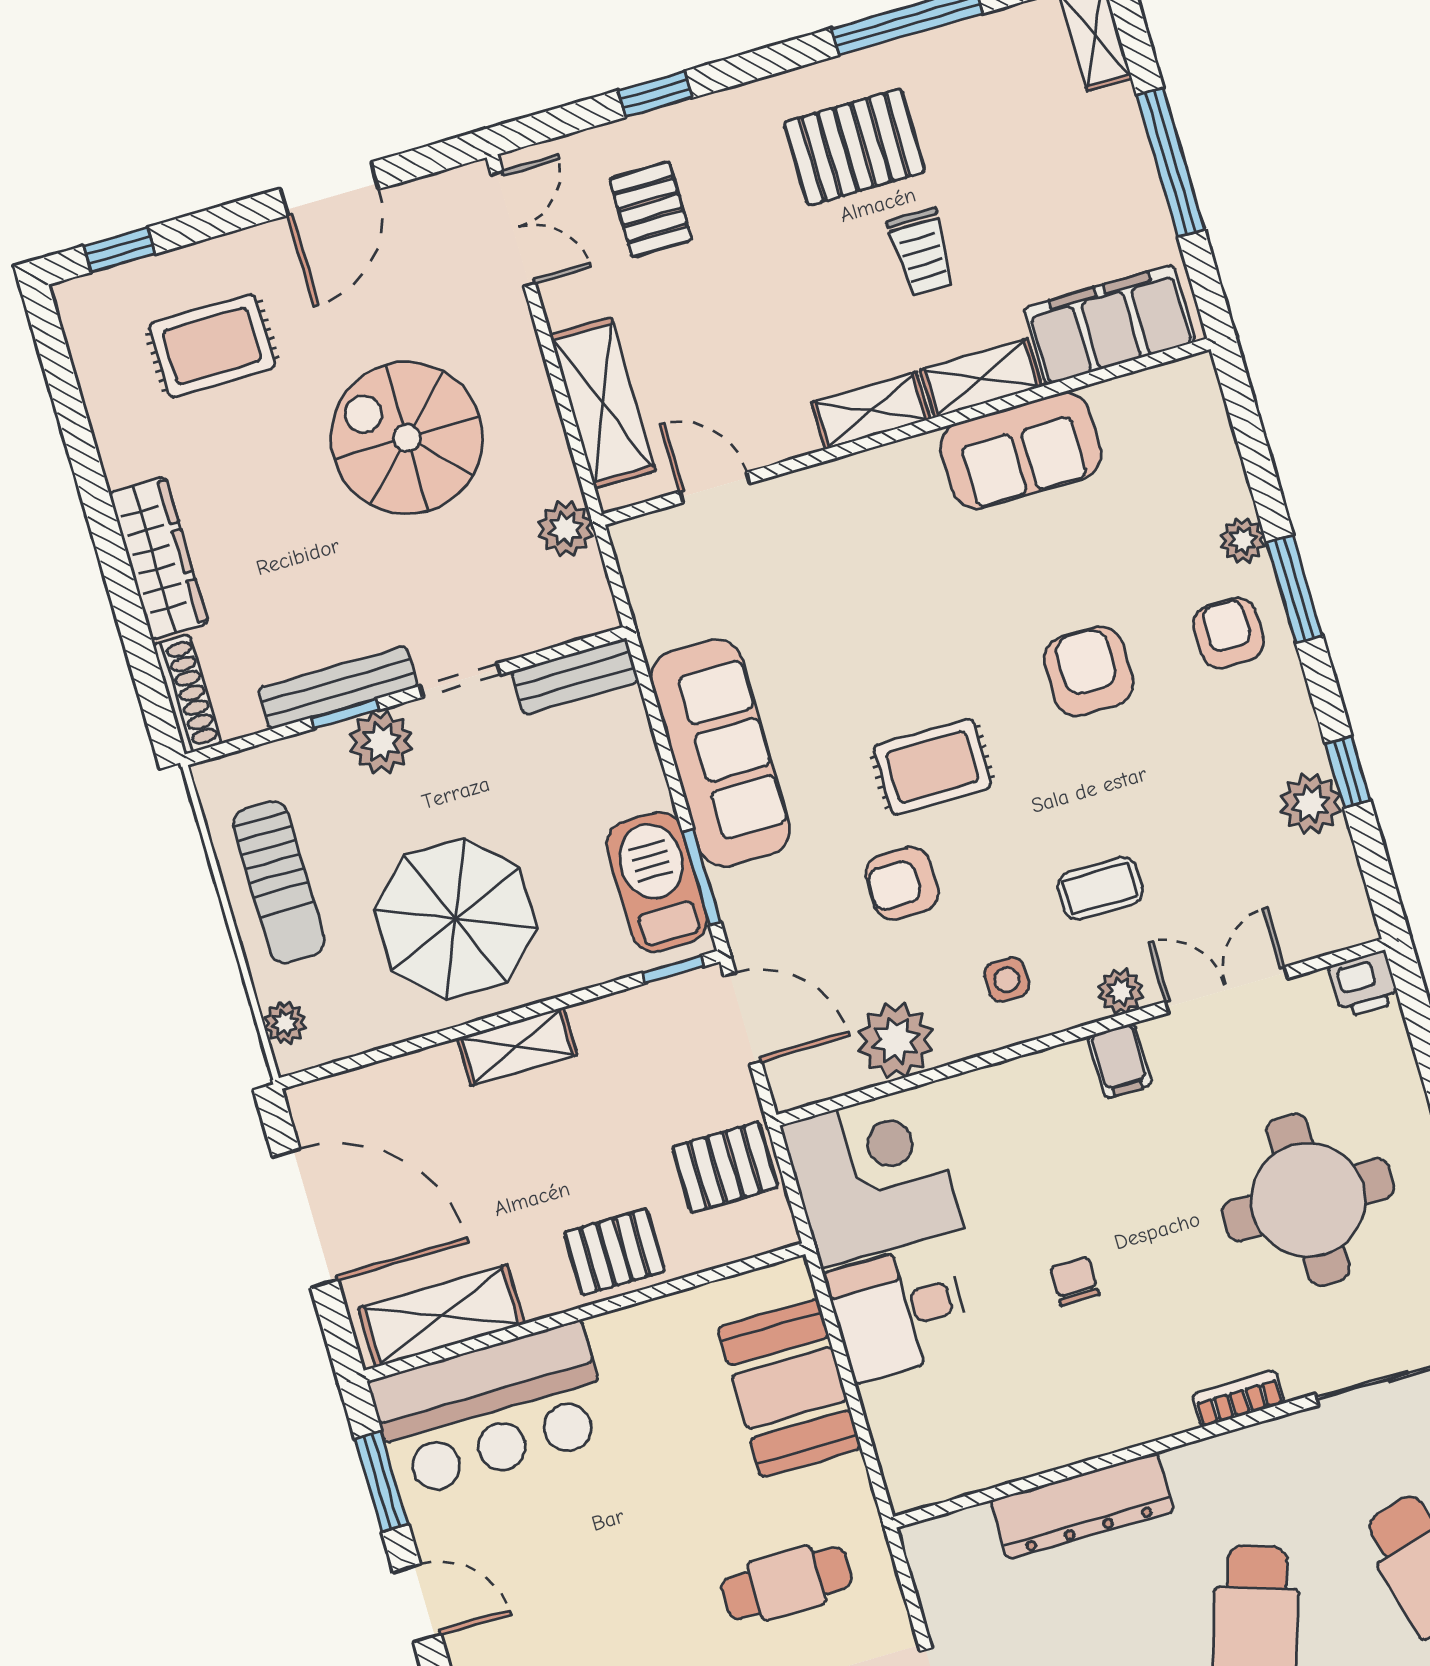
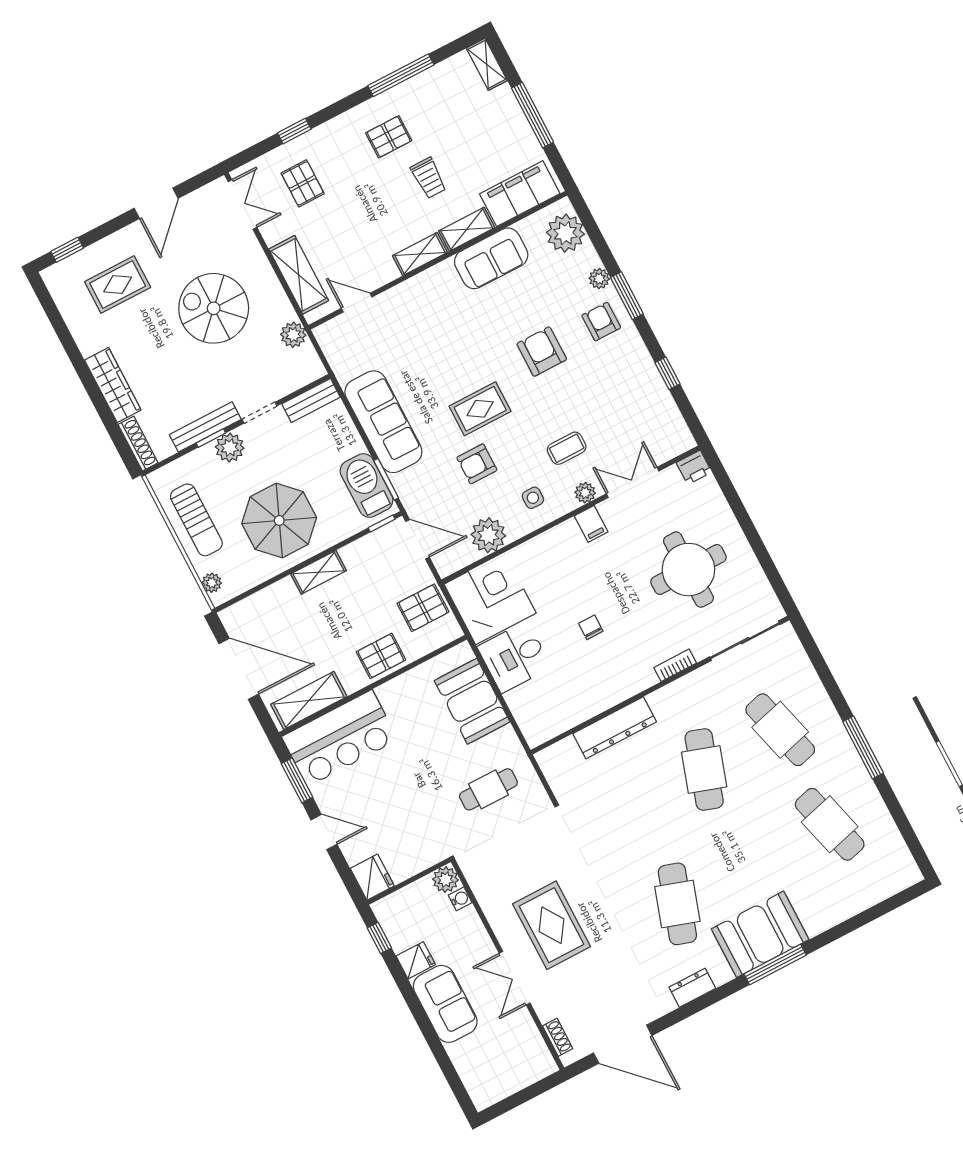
pallet: (854, 147) -> (389, 137), width x0.67, depth x0.71
plant: (1311, 803) -> (565, 233), moved, width x1.36, depth x1.36

